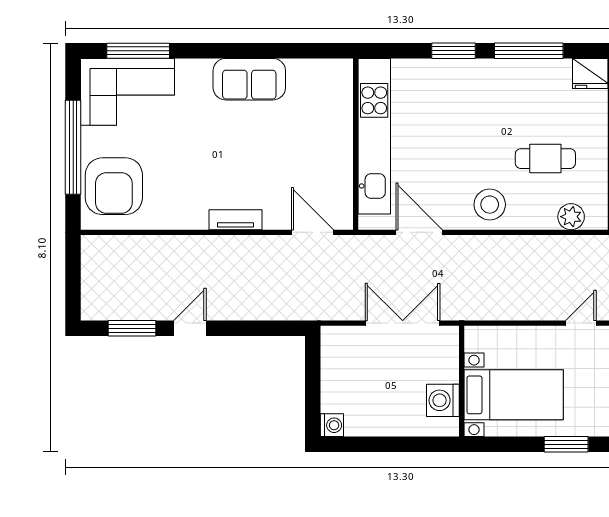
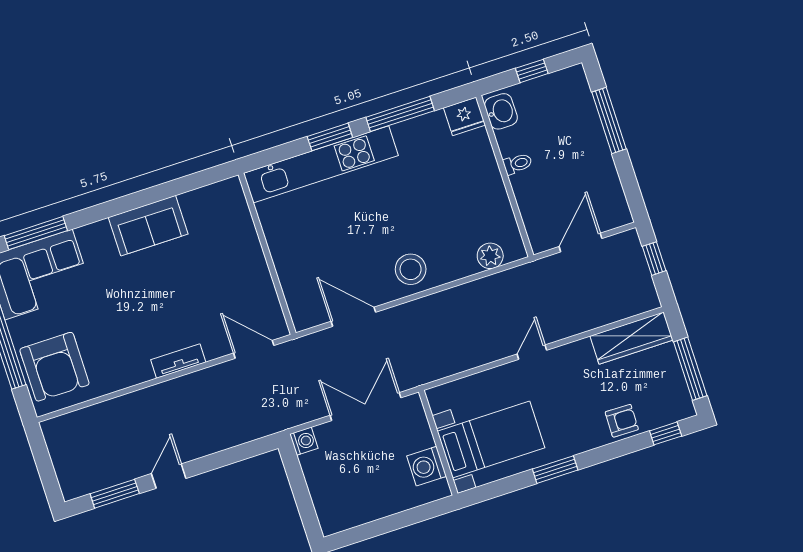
kitchen unit: (374, 136) -> (321, 164), moved, turned 90
cafe table: (545, 159) -> (449, 209), removed
washing machine: (332, 425) -> (304, 441), moved

